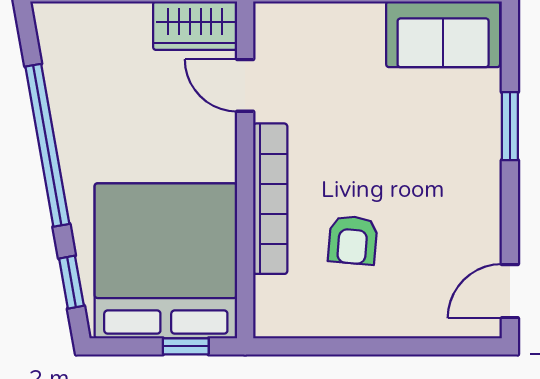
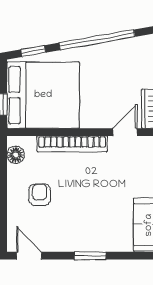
window: (510, 126) -> (90, 256), moved
armchair: (353, 240) -> (40, 195), moved, turned 85
floor lamp: (294, 320) -> (16, 155), added

